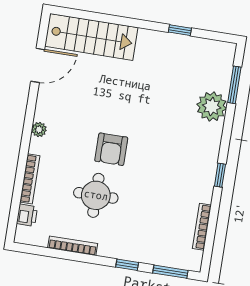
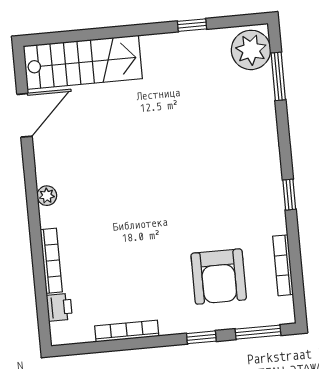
plant: (212, 106) -> (251, 50), moved
armchair: (111, 149) -> (219, 277), moved, width x1.36, depth x1.36
round table: (96, 195) -> (140, 260), removed

